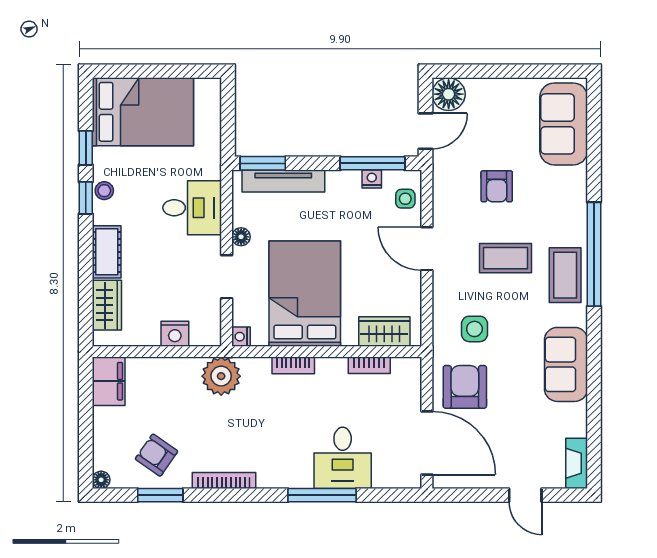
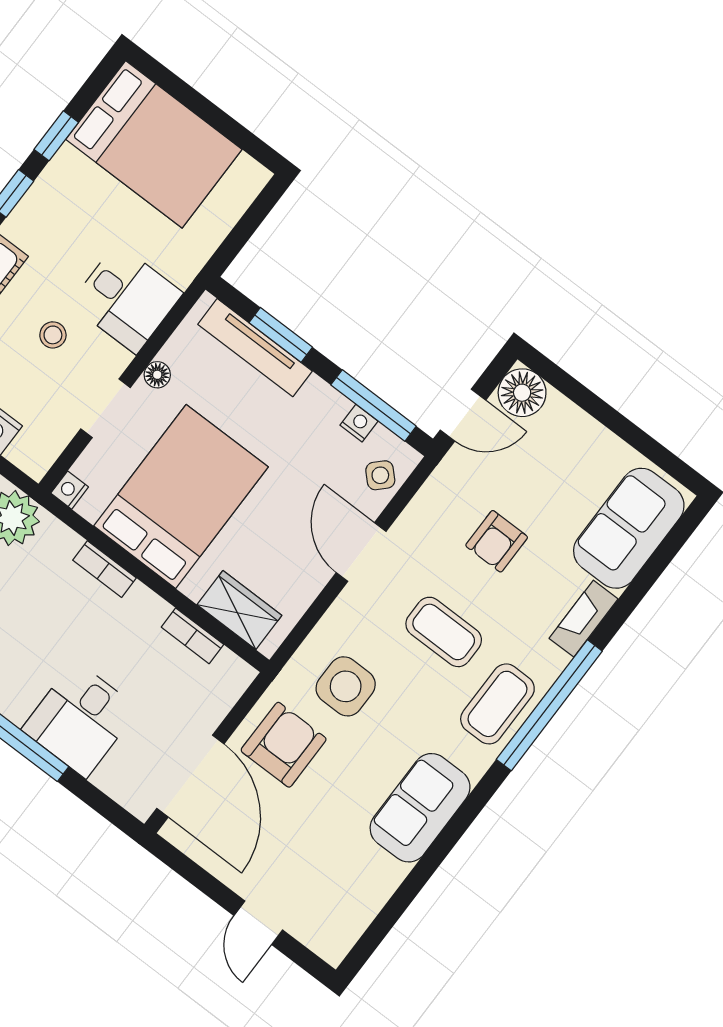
window: (263, 163) -> (281, 335), moved
stool: (104, 191) -> (53, 335), moved
side table: (405, 199) -> (380, 475), turned 45
side table: (474, 329) -> (346, 686), width x1.37, depth x1.37
fireplace: (577, 463) -> (584, 619), moved

